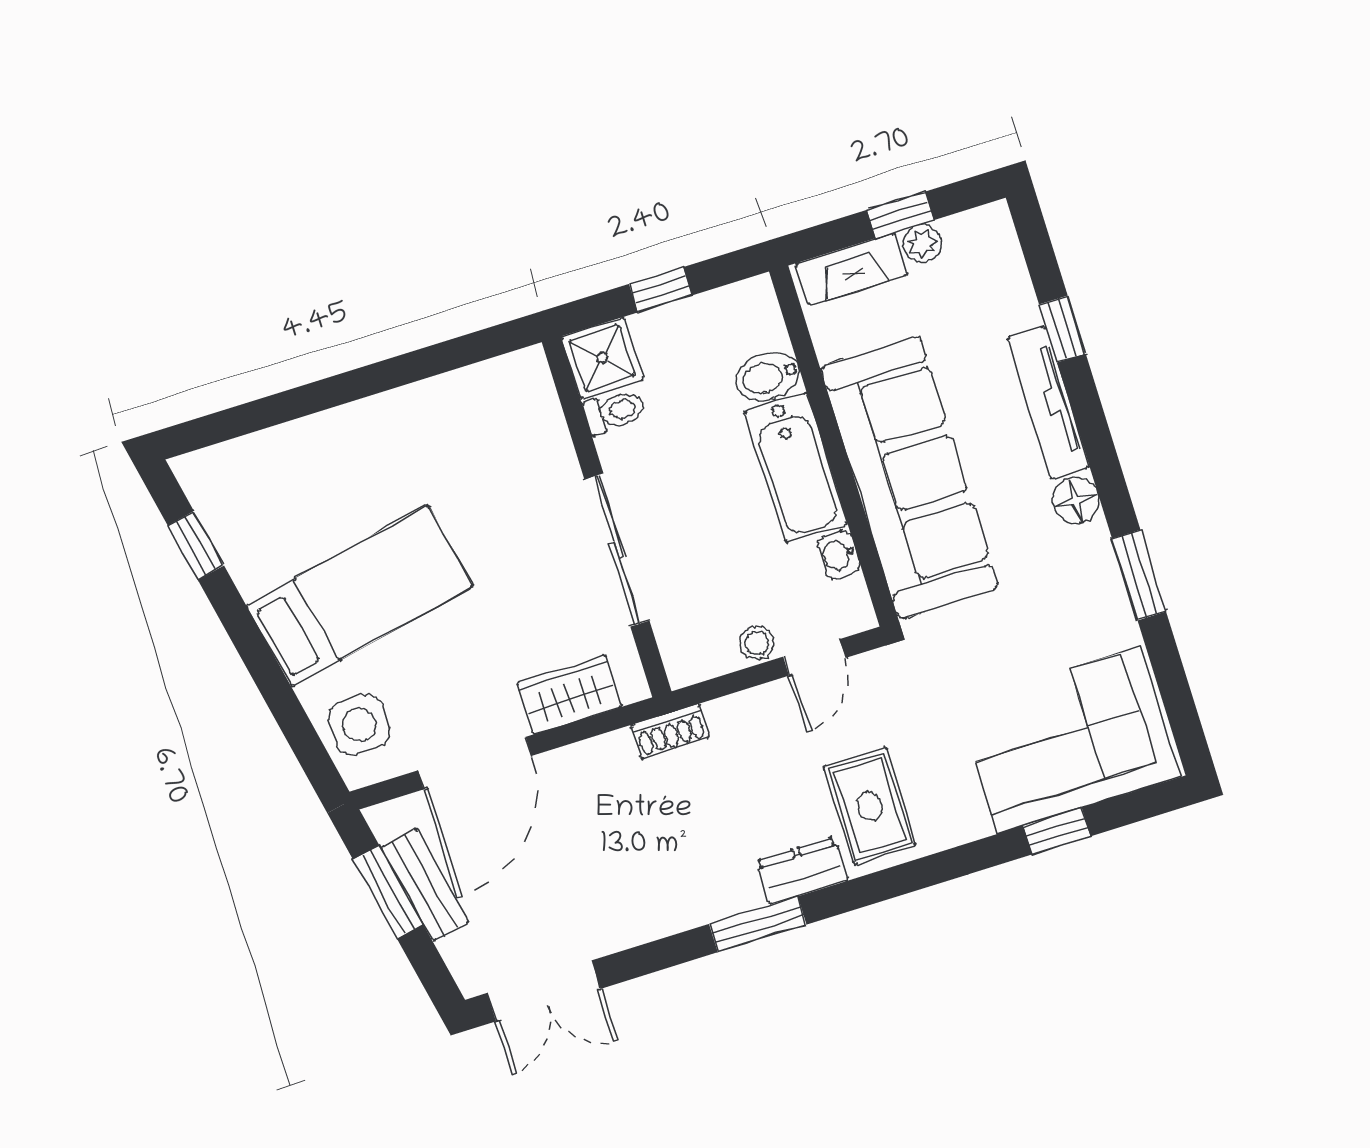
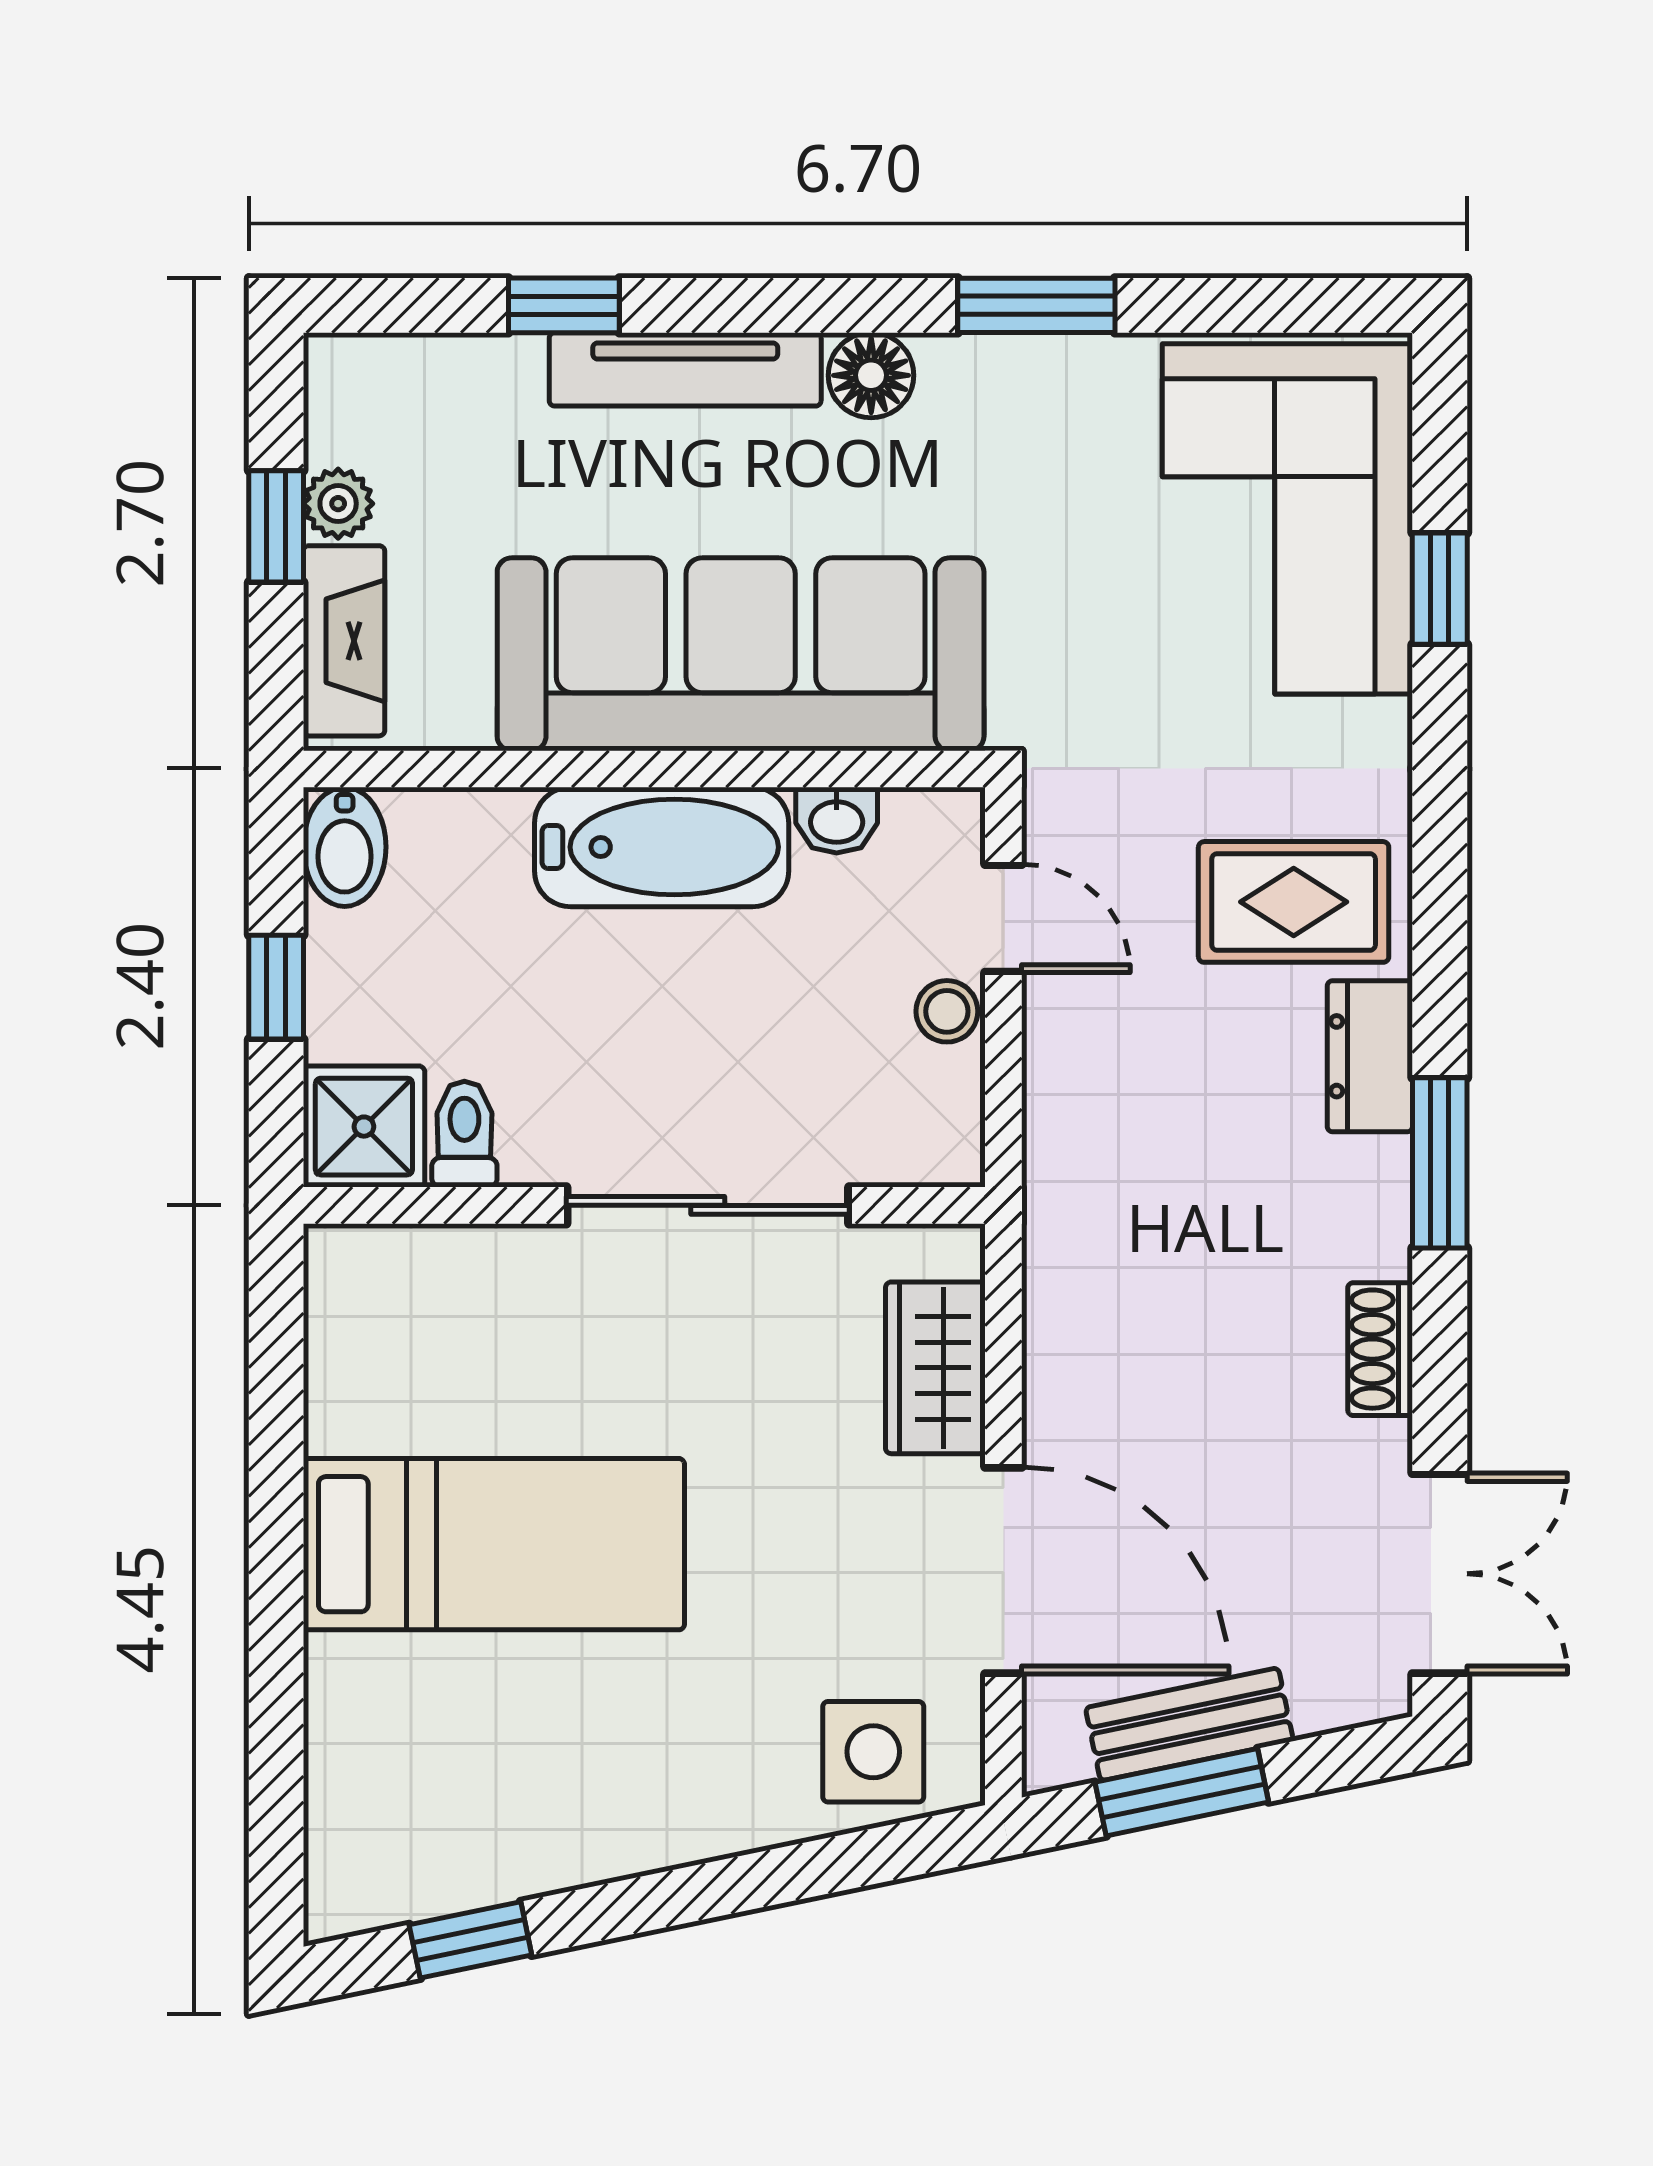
bidet: (768, 376) -> (345, 847), moved
bed: (360, 596) -> (494, 1544), moved, turned 102
shoe rack: (670, 731) -> (1380, 1349), moved, turned 180

